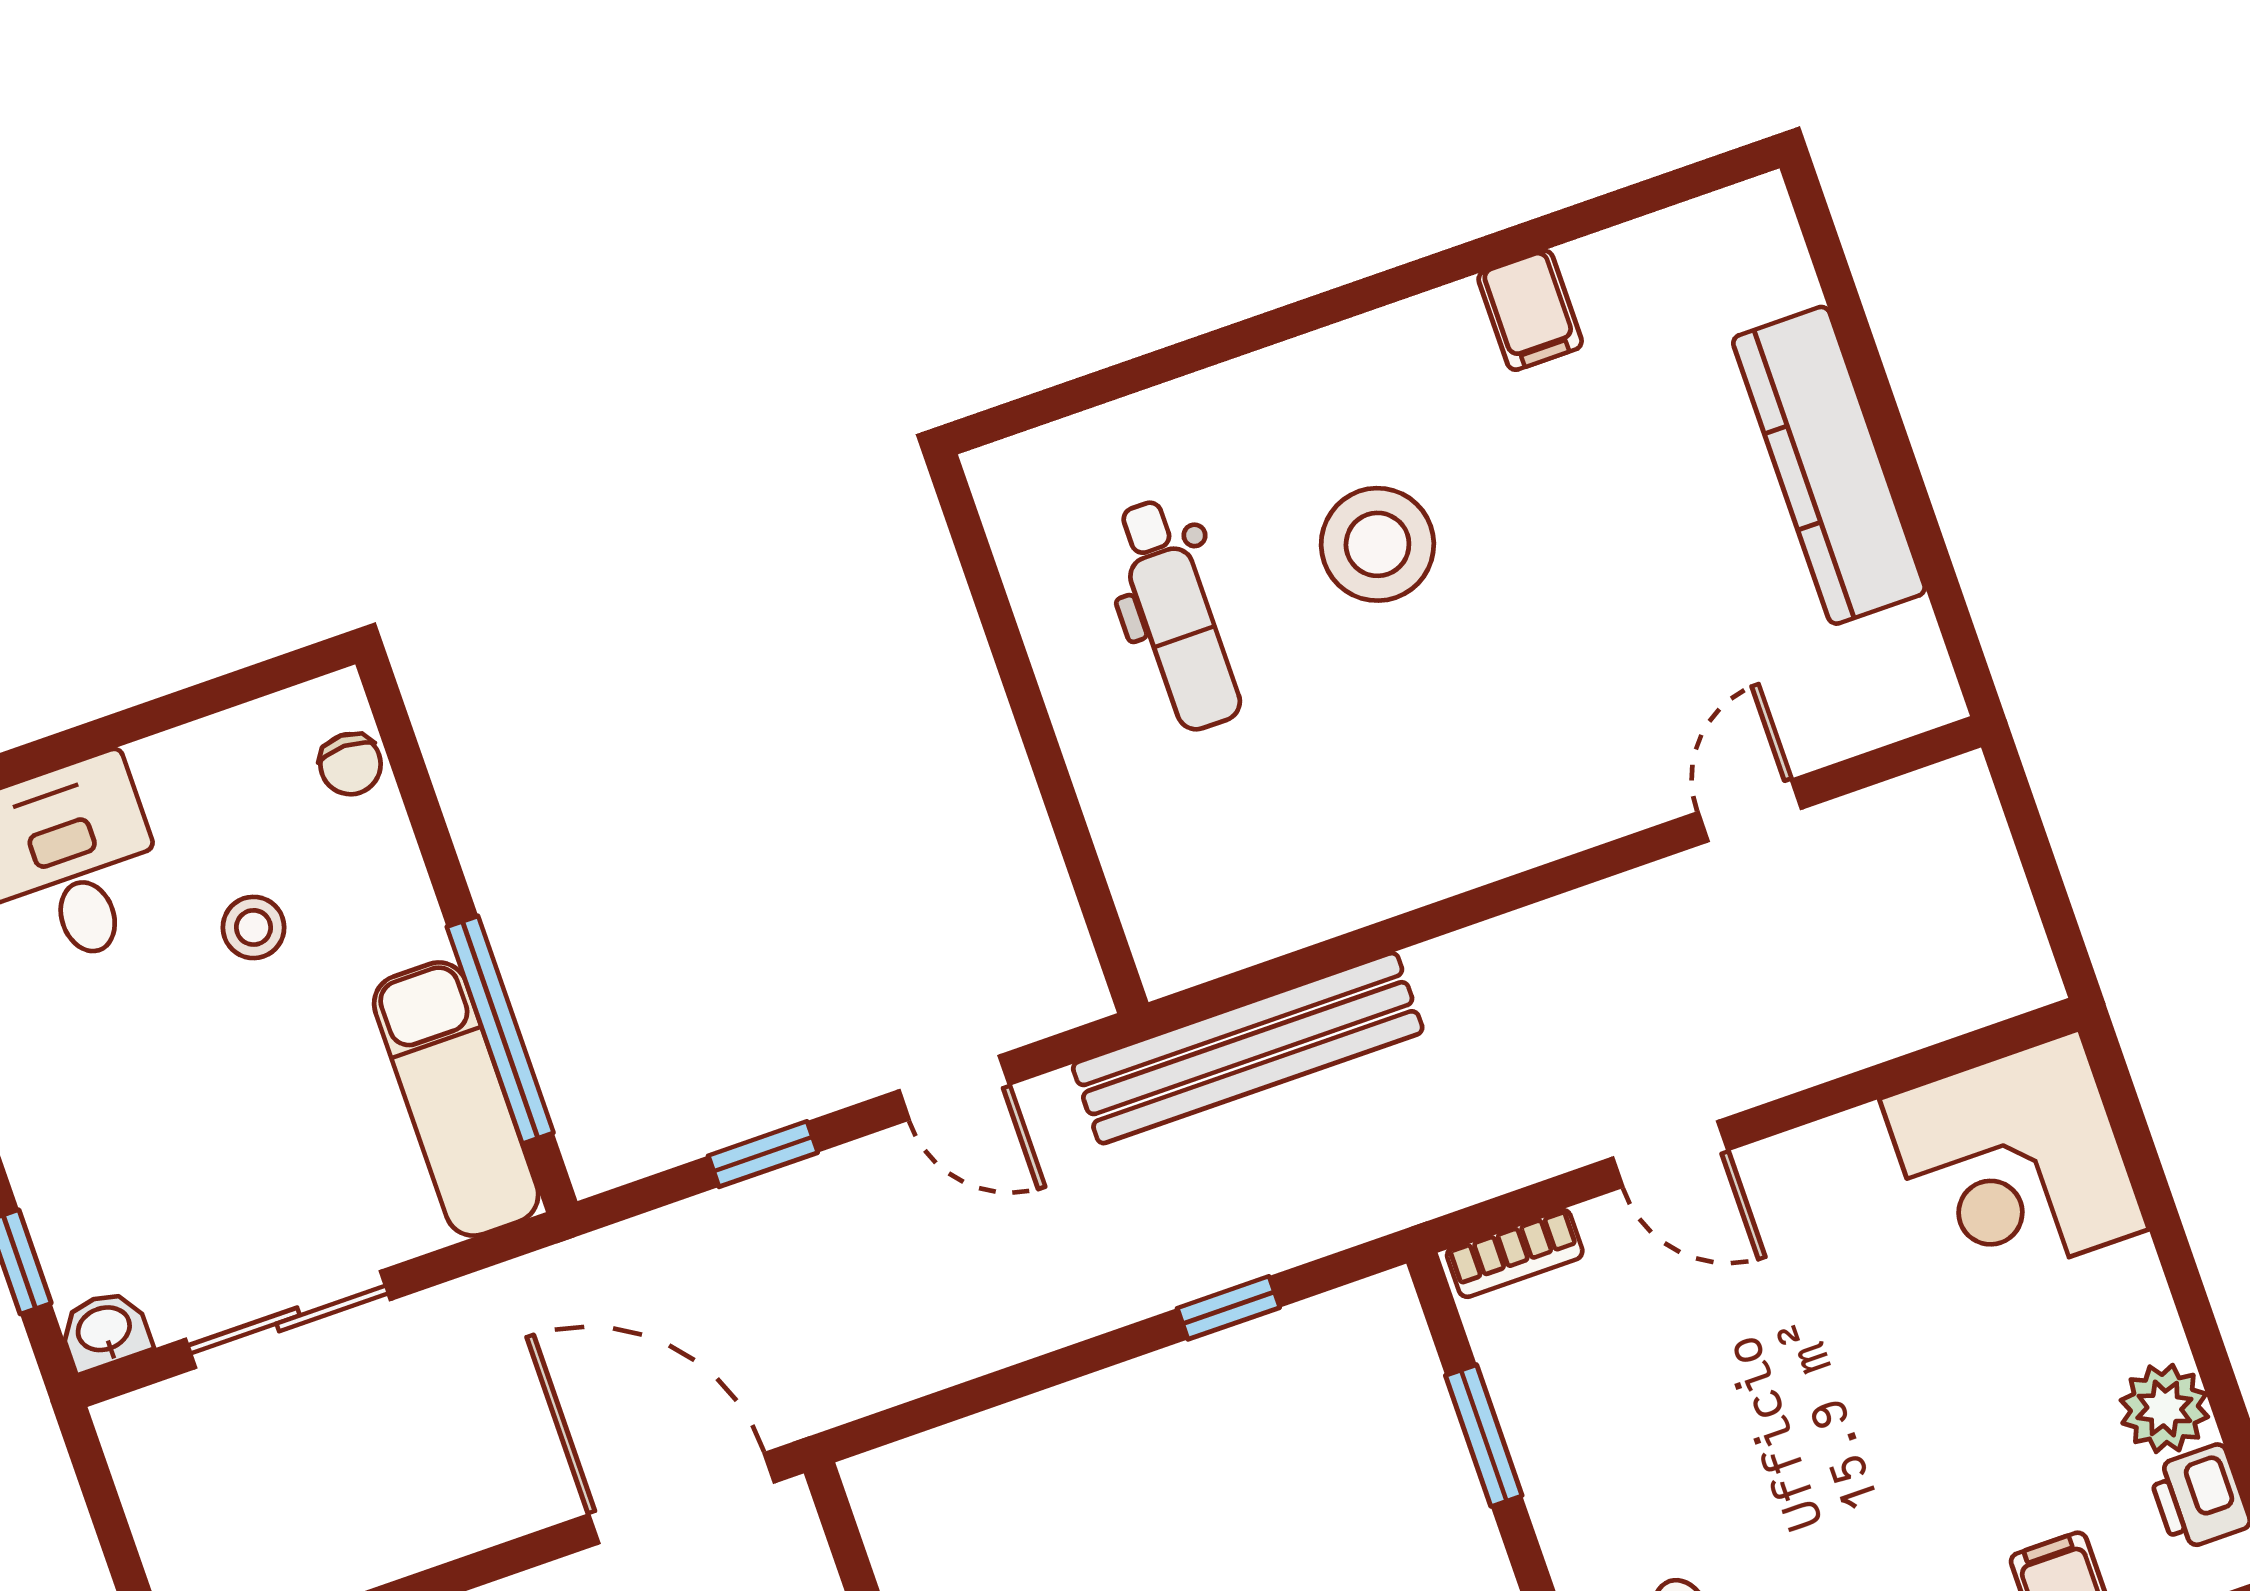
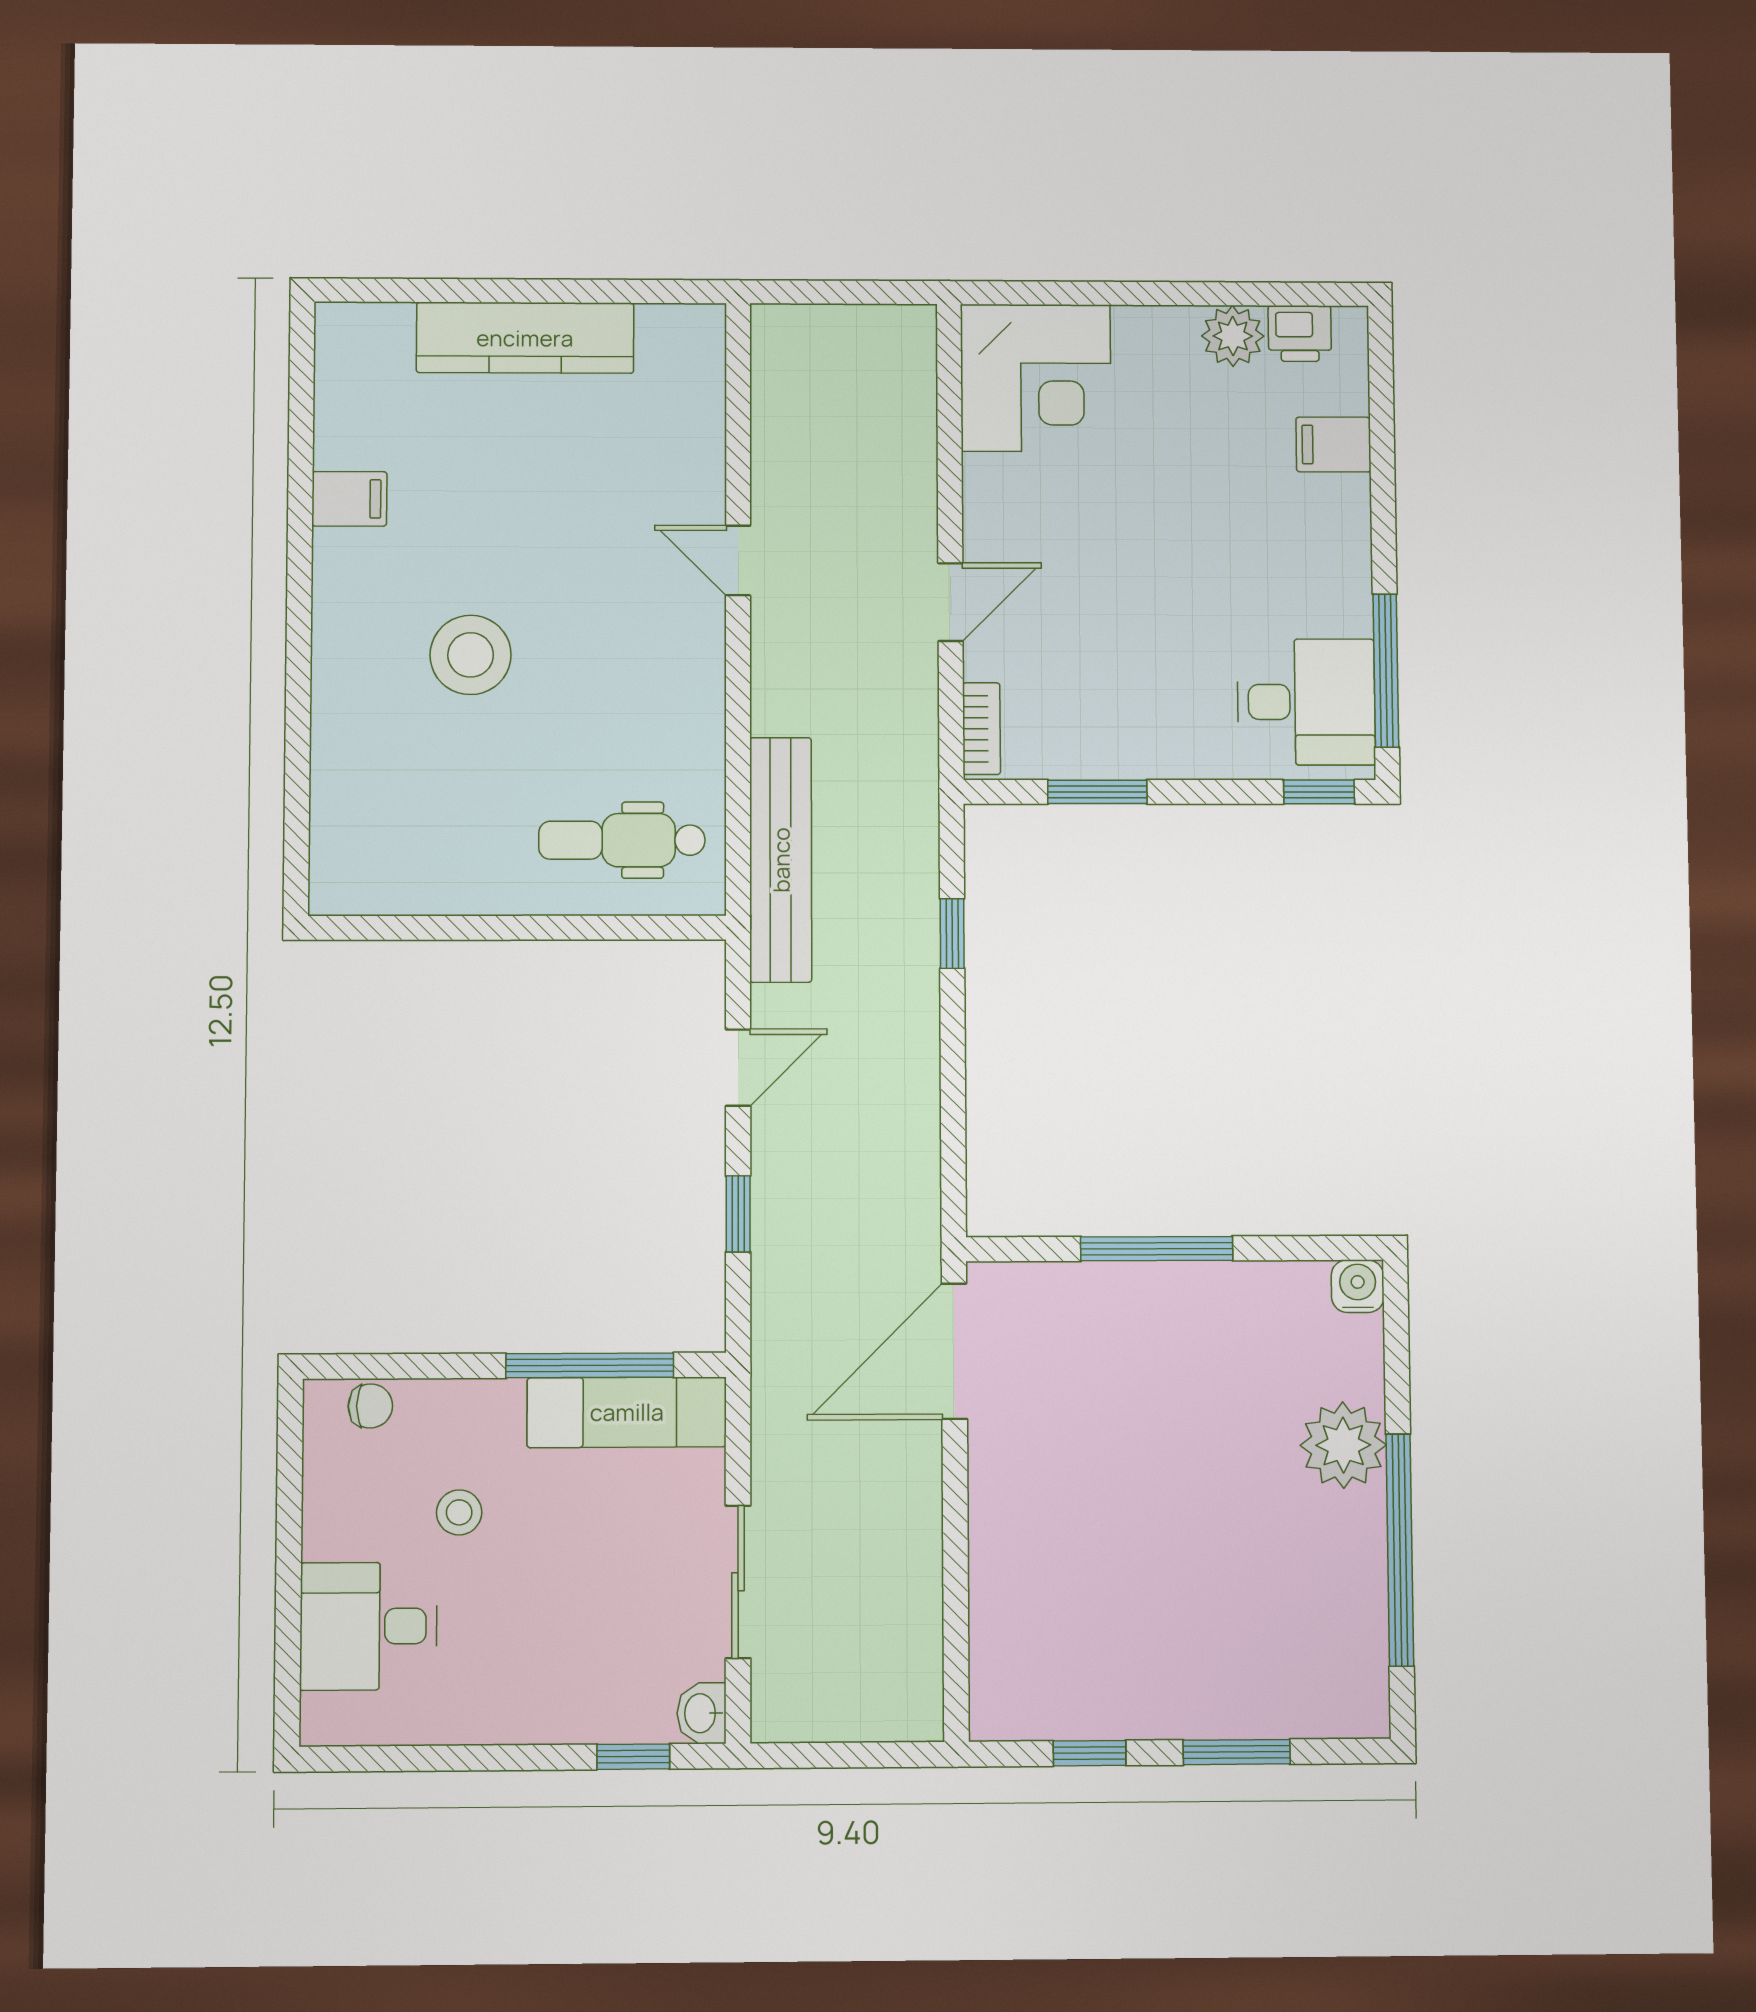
dental chair: (1177, 615) -> (622, 840), moved, turned 180
door: (1750, 810) -> (738, 560), moved

